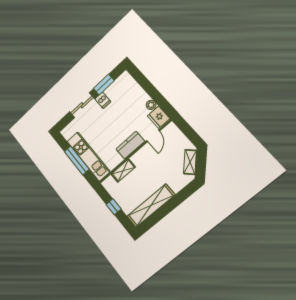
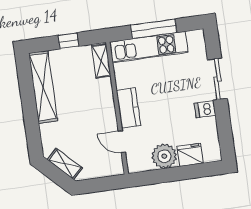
window: (104, 85) -> (223, 122), removed
plant: (151, 105) -> (164, 156), width x1.87, depth x1.87
fridge: (158, 117) -> (190, 155), moved
shelving: (123, 171) -> (101, 61), moved

